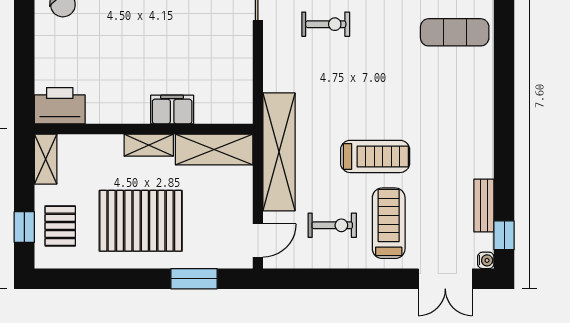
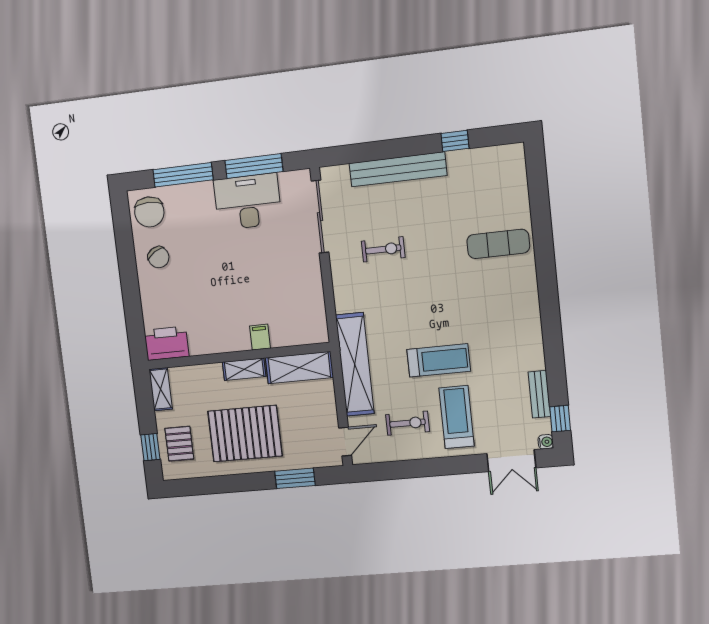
filing cabinet: (172, 110) -> (260, 337), width x0.50

